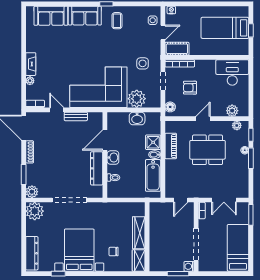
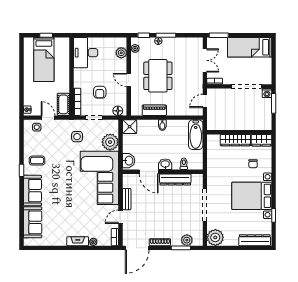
washbasin: (137, 119) -> (129, 161), moved
shower: (153, 142) -> (130, 127), moved
bathtub: (153, 175) -> (196, 135), moved, turned 90
plant: (32, 192) -> (187, 240), moved
door: (181, 200) -> (205, 101), swing flipped

